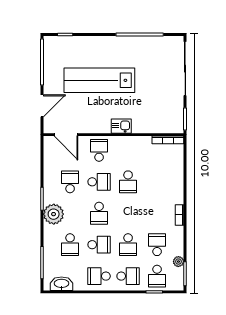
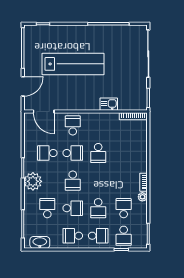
lab bench: (99, 80) -> (73, 64), turned 180
kitchen sink: (121, 126) -> (109, 104), moved
school desk: (70, 182) -> (47, 153), turned -90
school desk: (70, 245) -> (47, 208), turned 180
plant: (178, 262) -> (142, 197), moved

